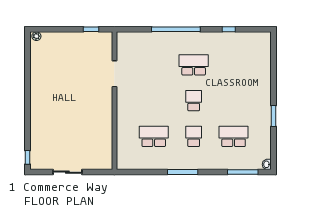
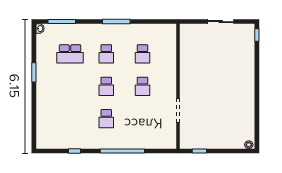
school desk: (194, 65) -> (106, 119), width x0.54
school desk: (154, 101) -> (142, 86), added
school desk: (154, 136) -> (142, 54), width x0.54

